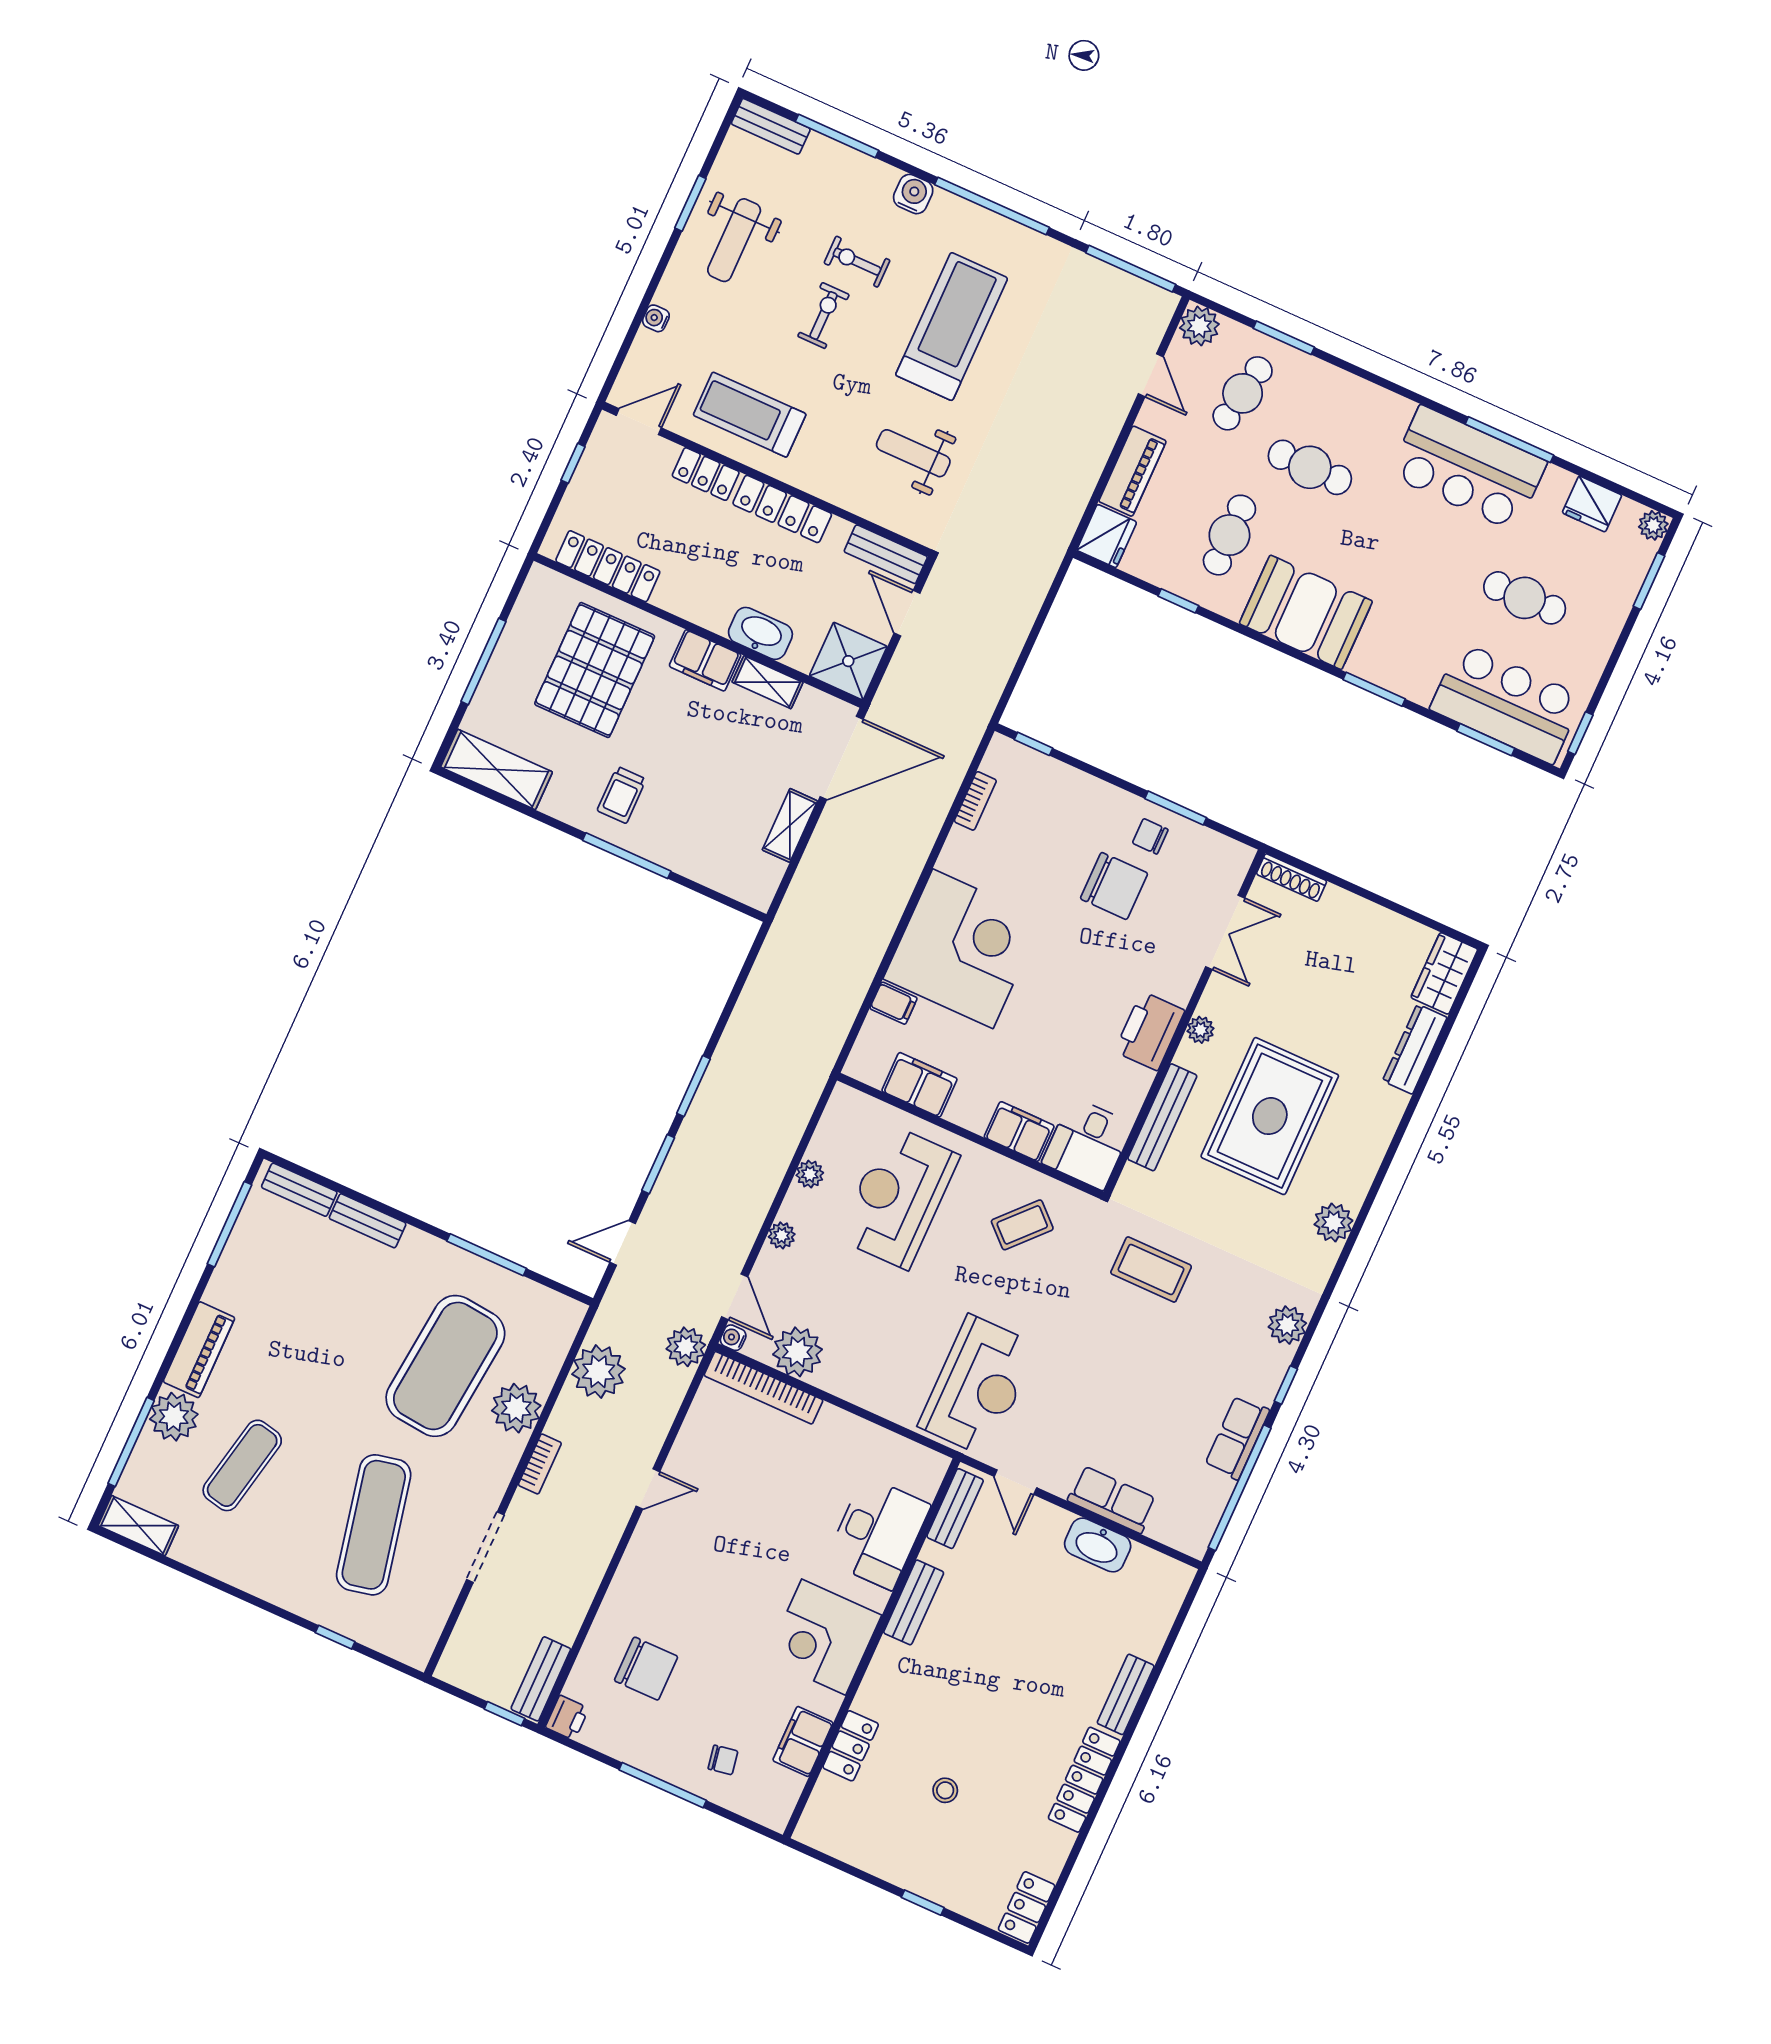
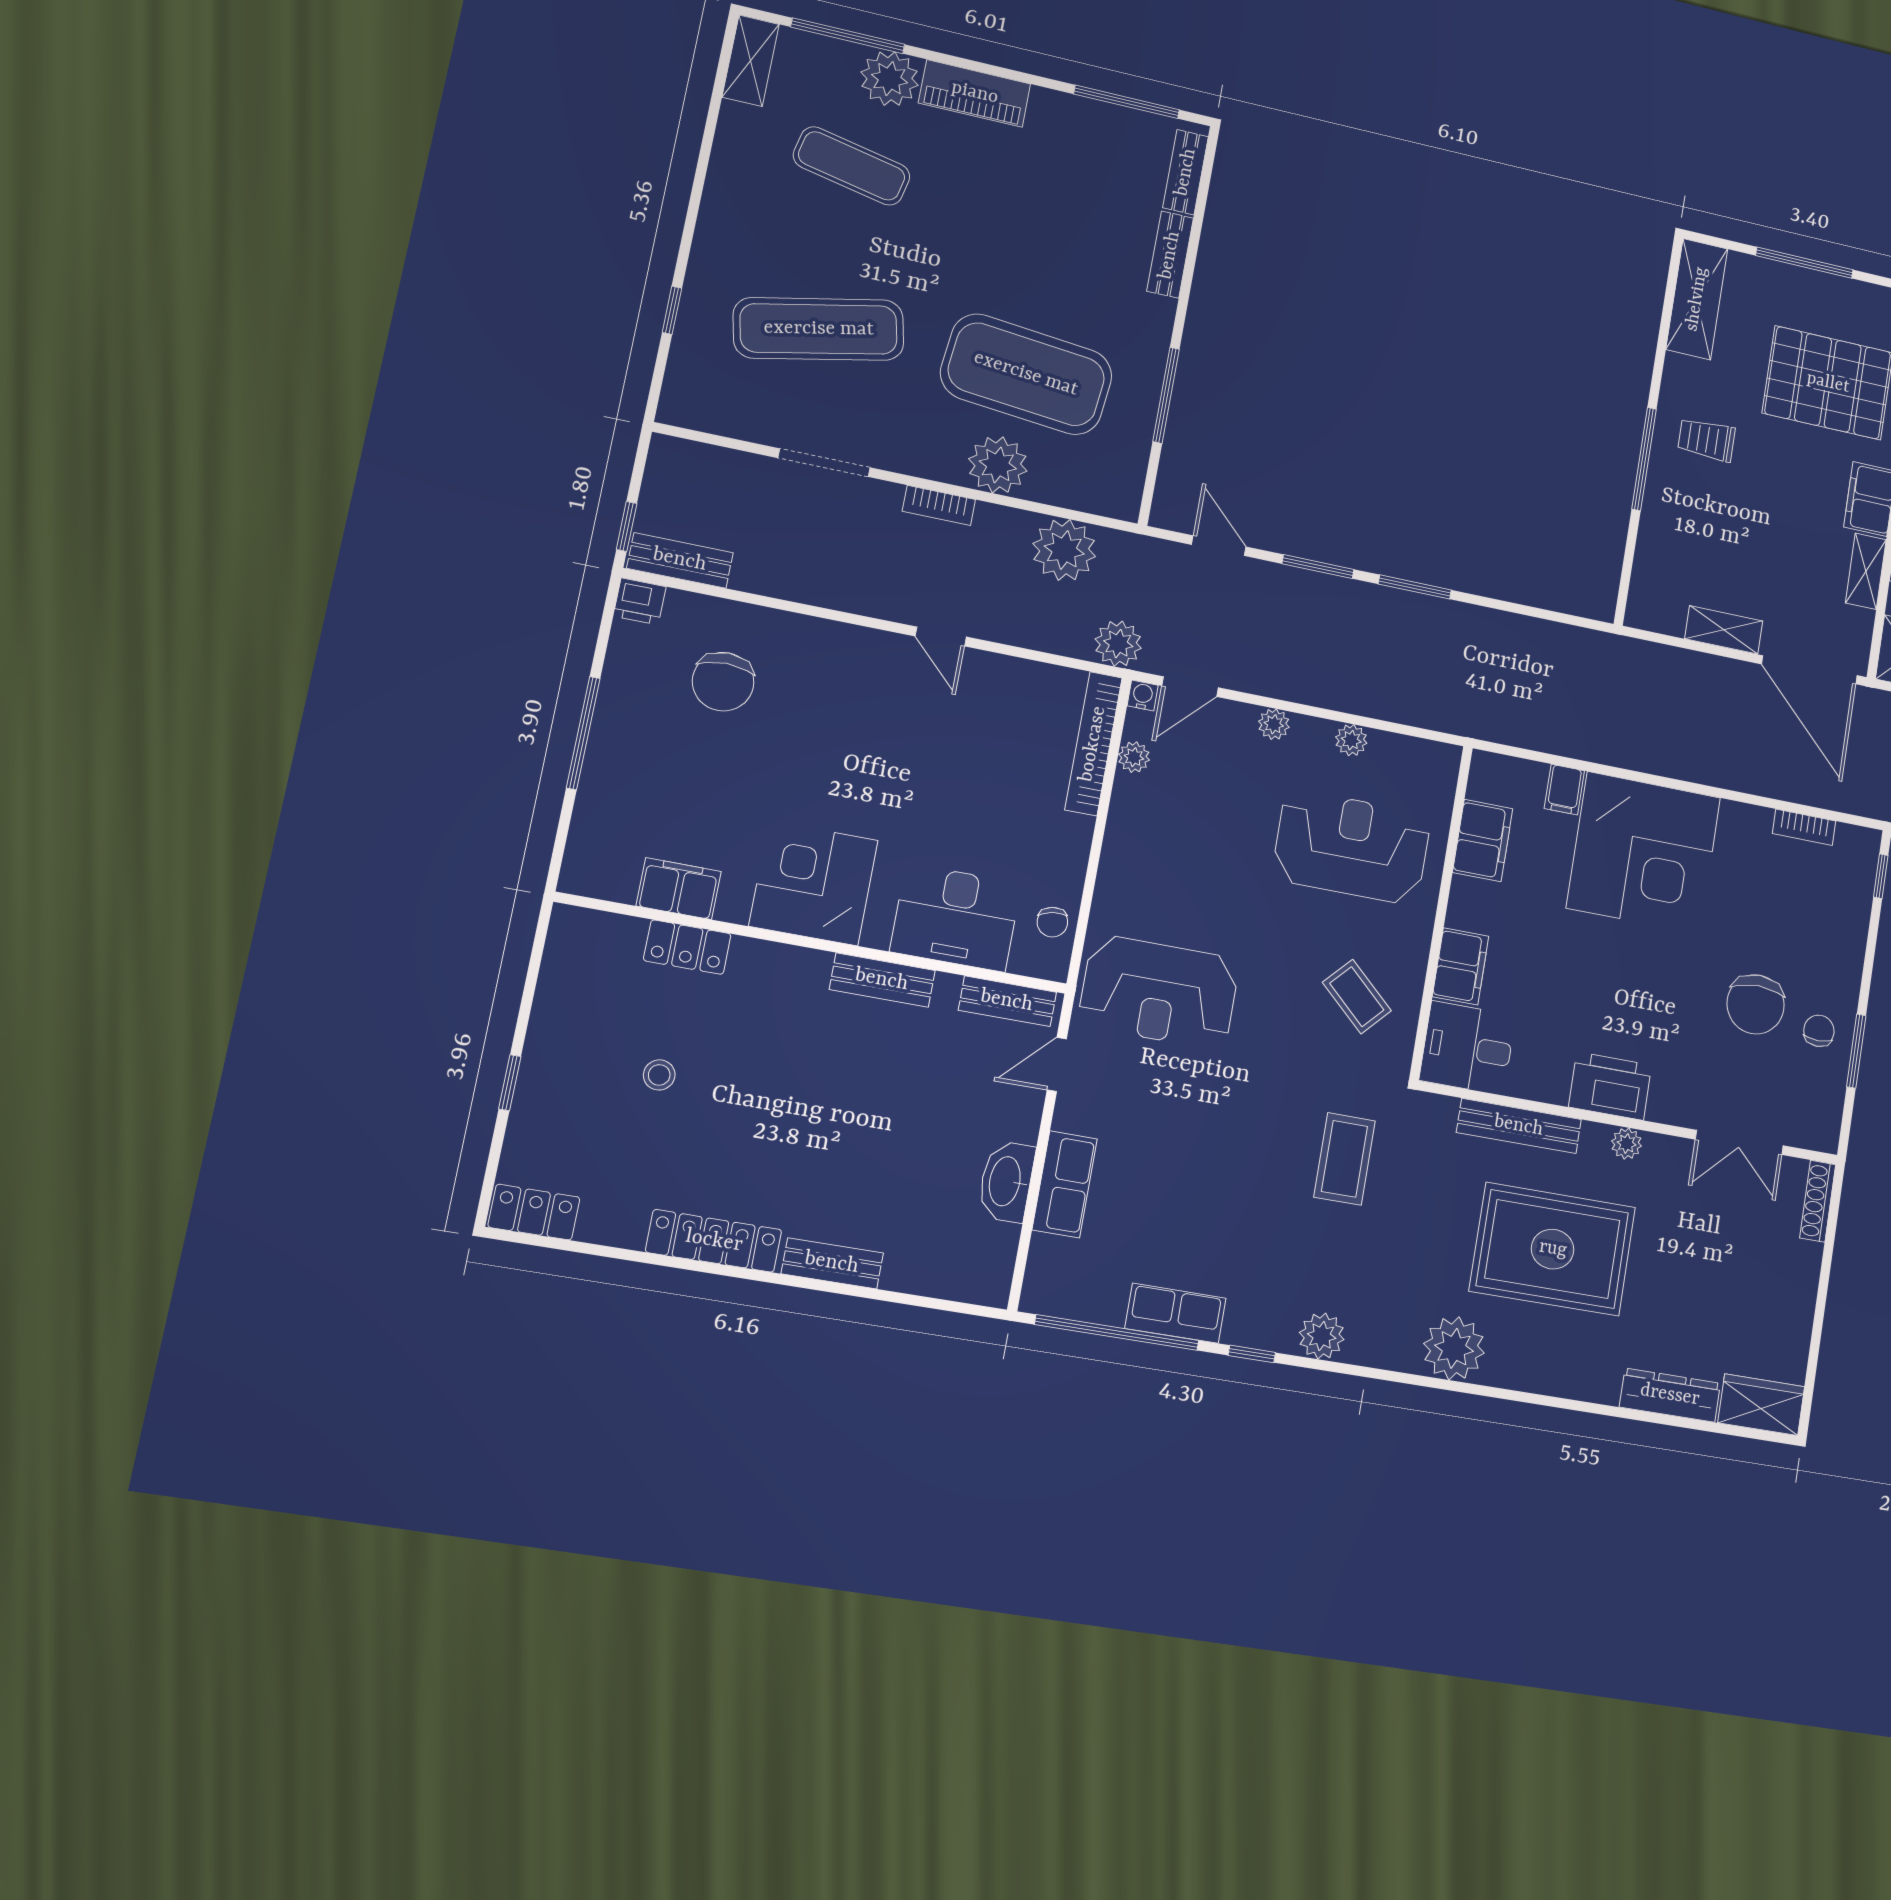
plant: (1333, 1222) -> (1454, 1348), width x1.36, depth x1.36
plant: (797, 1352) -> (1134, 757), width x0.53, depth x0.53
chair: (723, 1760) -> (1052, 922), moved

